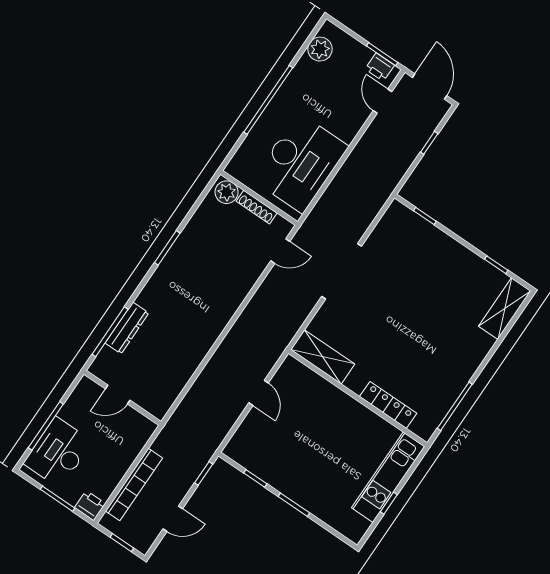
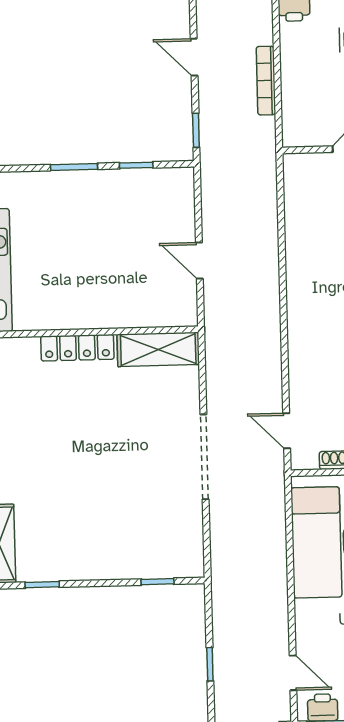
door: (280, 251) -> (287, 431), hinge flipped
locker: (388, 405) -> (77, 348), moved
bookcase: (134, 484) -> (266, 81), width x0.68, depth x0.76
door: (173, 519) -> (194, 57), hinge flipped

